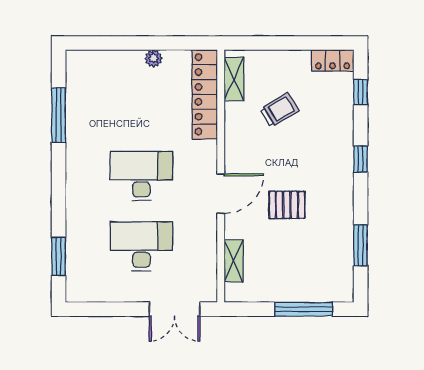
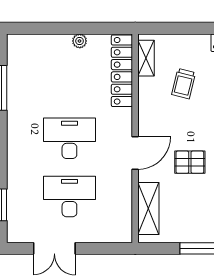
trolley: (279, 110) -> (184, 84), turned 135
shelving: (234, 261) -> (148, 208), width x1.50, depth x1.33
double door: (175, 309) -> (54, 248), moved

